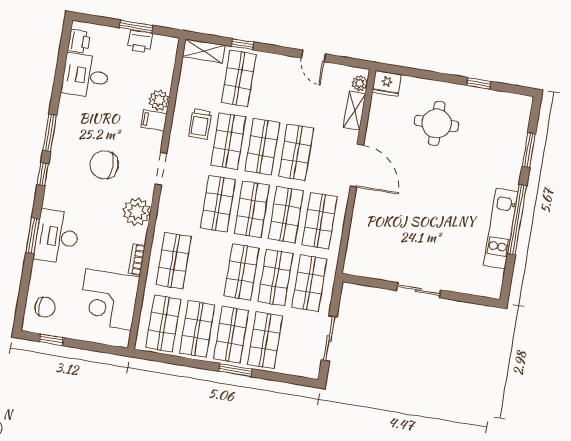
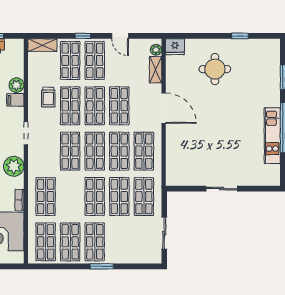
window: (242, 44) -> (83, 36), moved
shop shelf: (265, 340) -> (95, 60), moved

